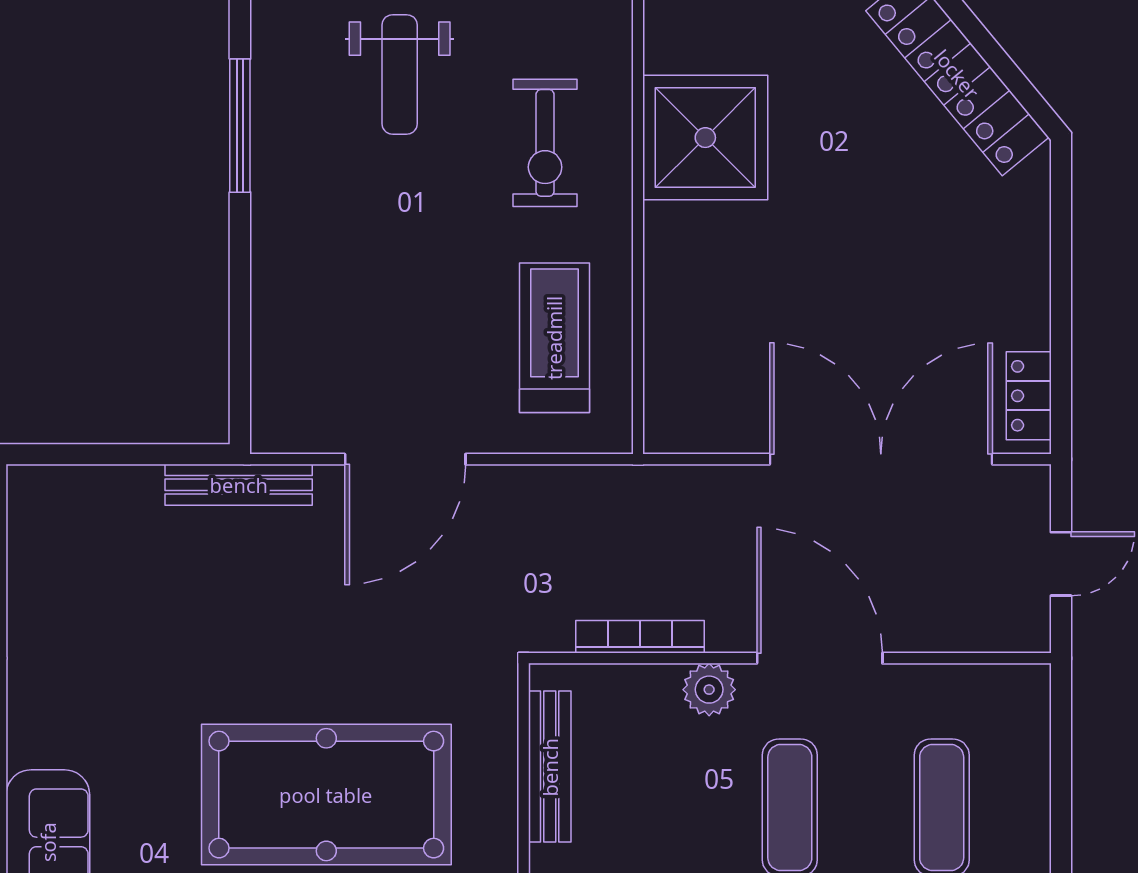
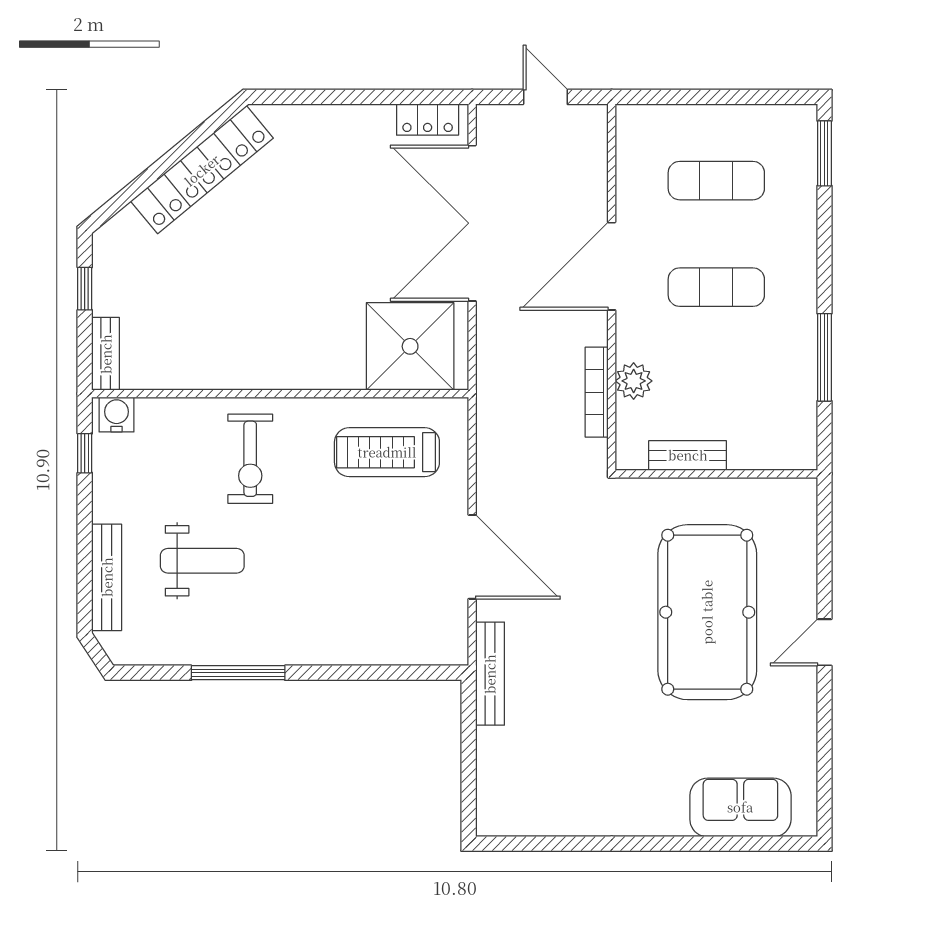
shower: (705, 138) -> (410, 346), moved
exercise bike: (545, 143) -> (250, 459), turned 90
plant: (709, 690) -> (634, 381), moved
bench: (550, 767) -> (688, 455), width x0.73

